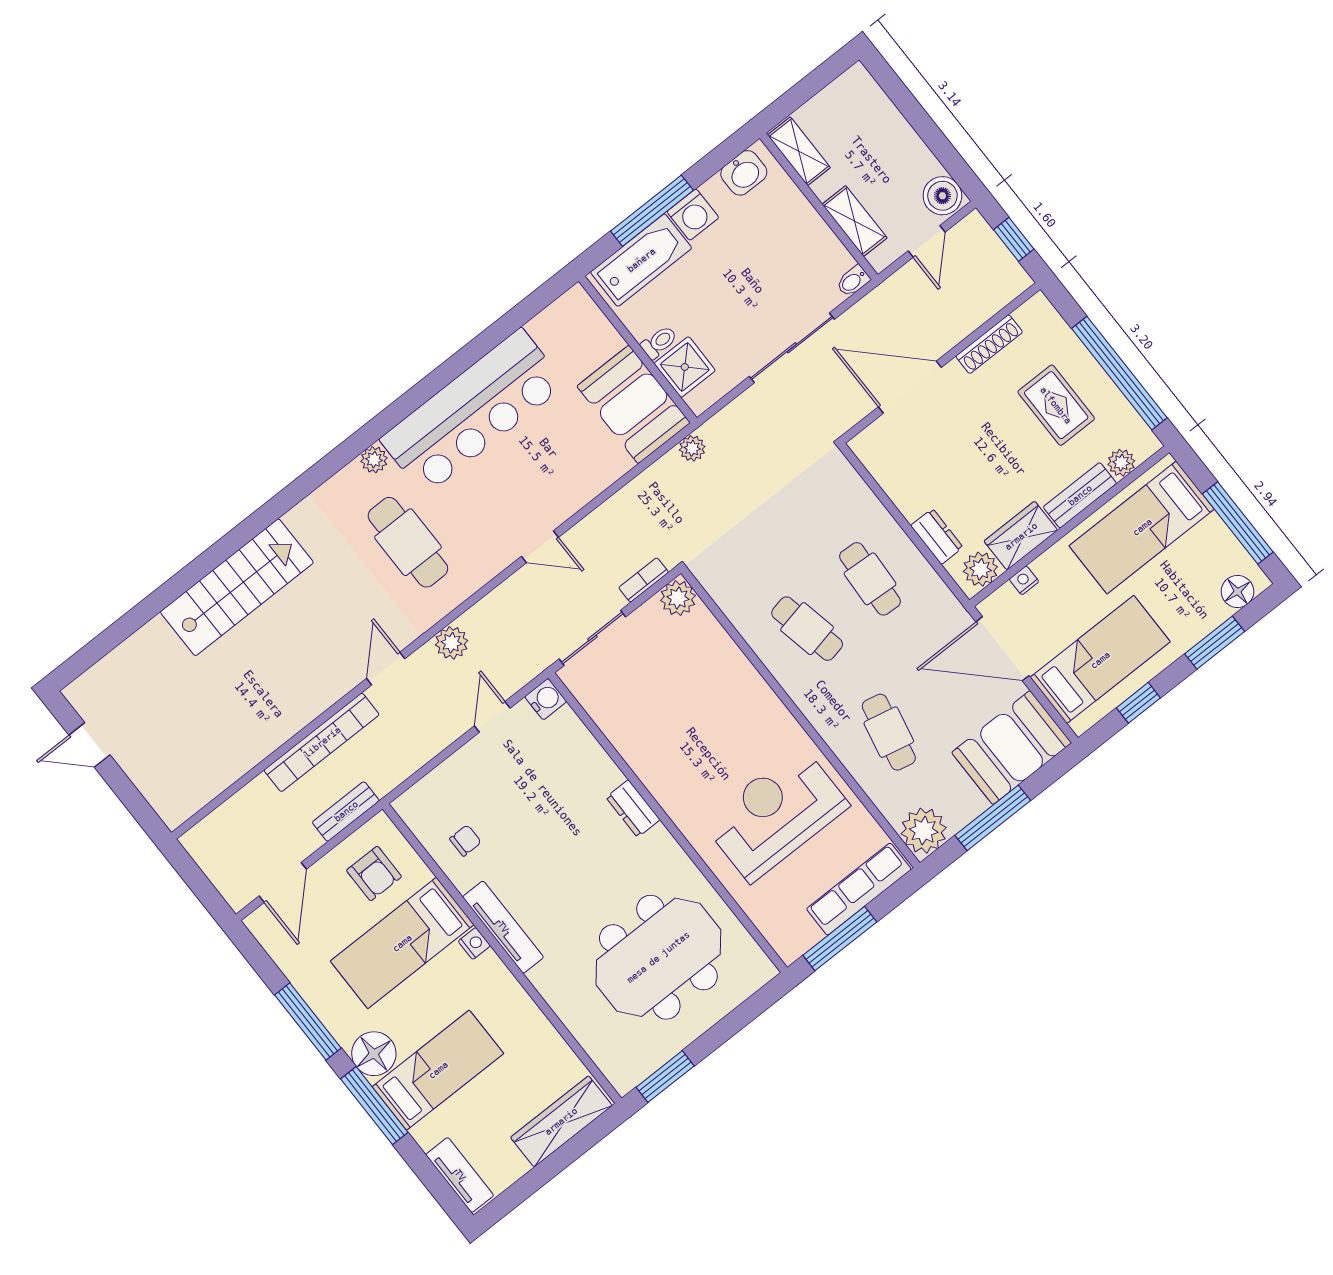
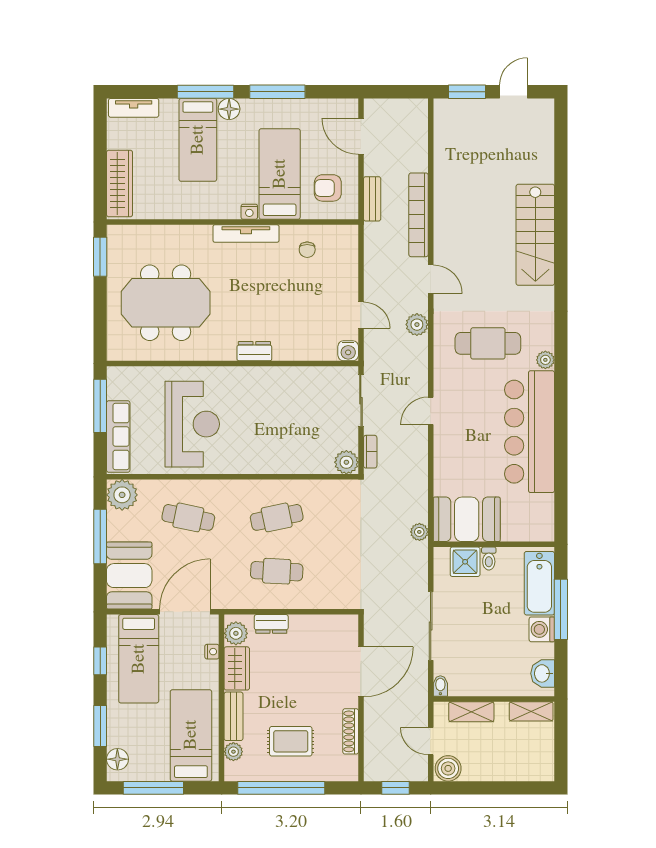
window: (133, 800) -> (467, 92), added
meeting table: (658, 957) -> (166, 303), turned 90
floor lamp: (374, 1054) -> (229, 109), width x0.73, depth x0.73

